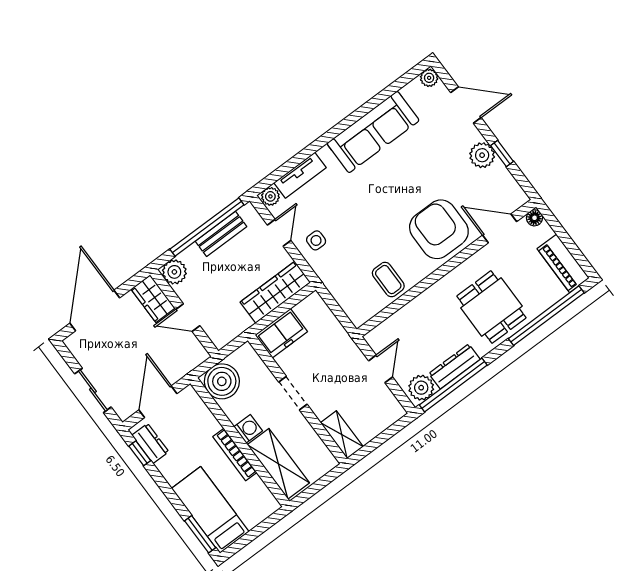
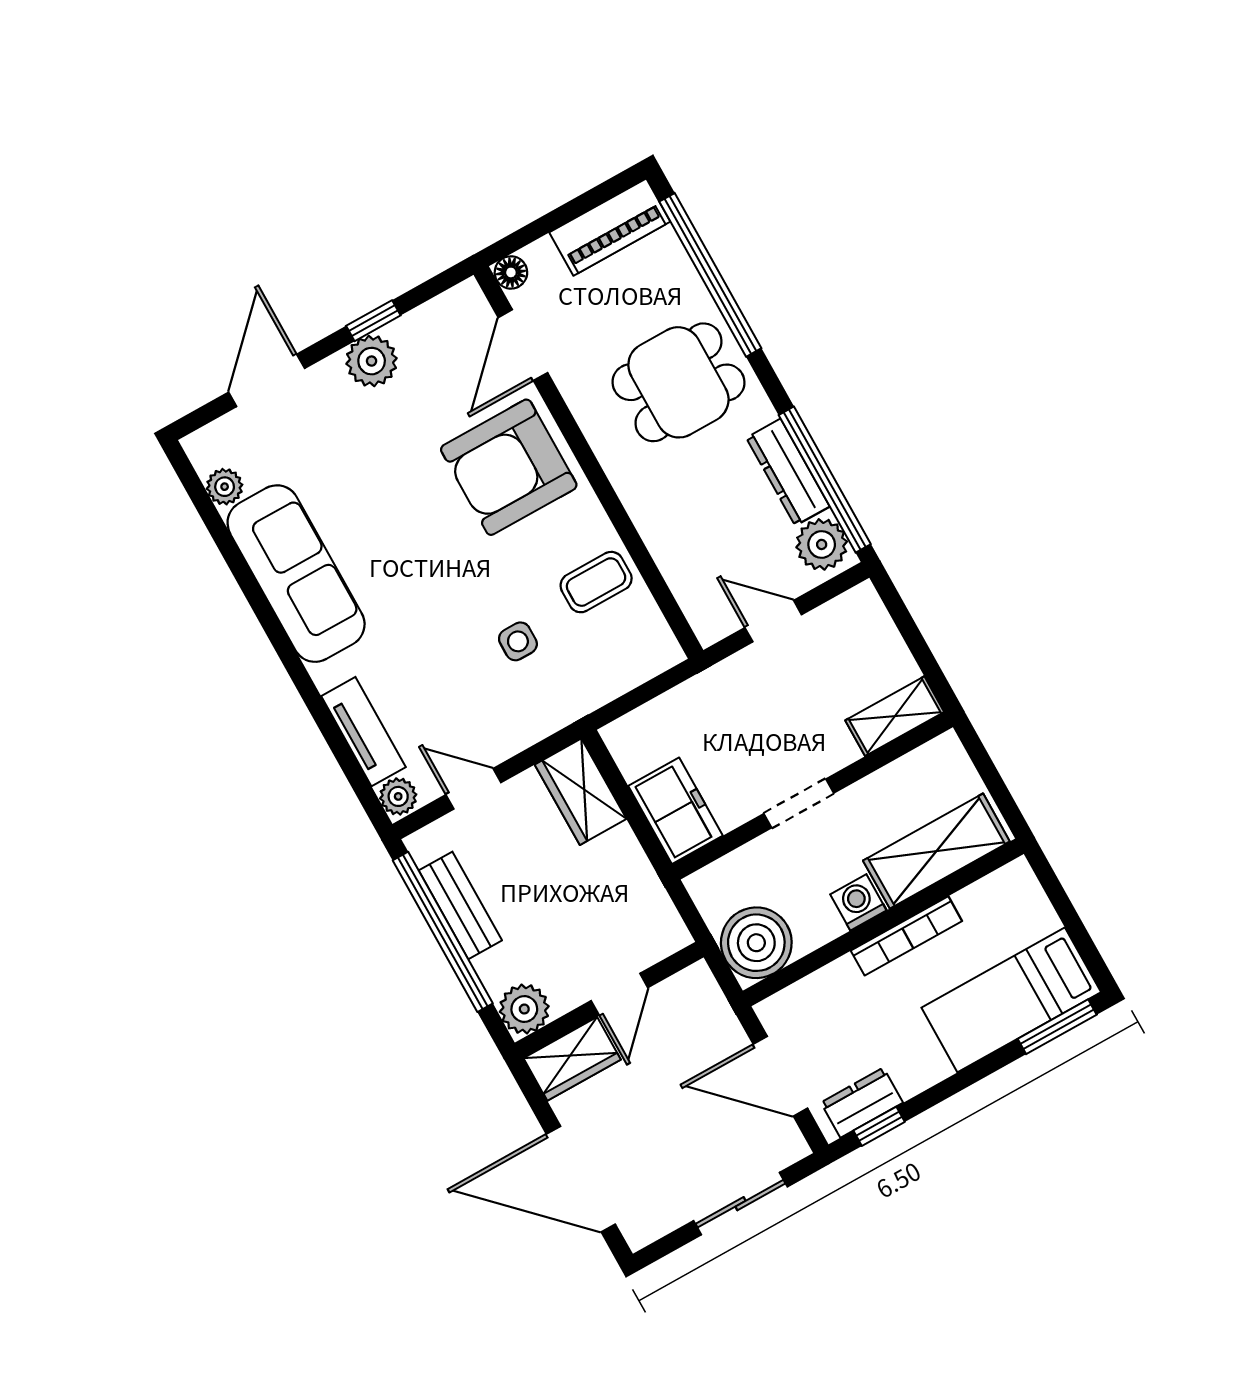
plant: (429, 78) -> (225, 487), moved
side table: (316, 240) -> (518, 641), moved
wardrobe: (275, 292) -> (581, 792), width x0.67

